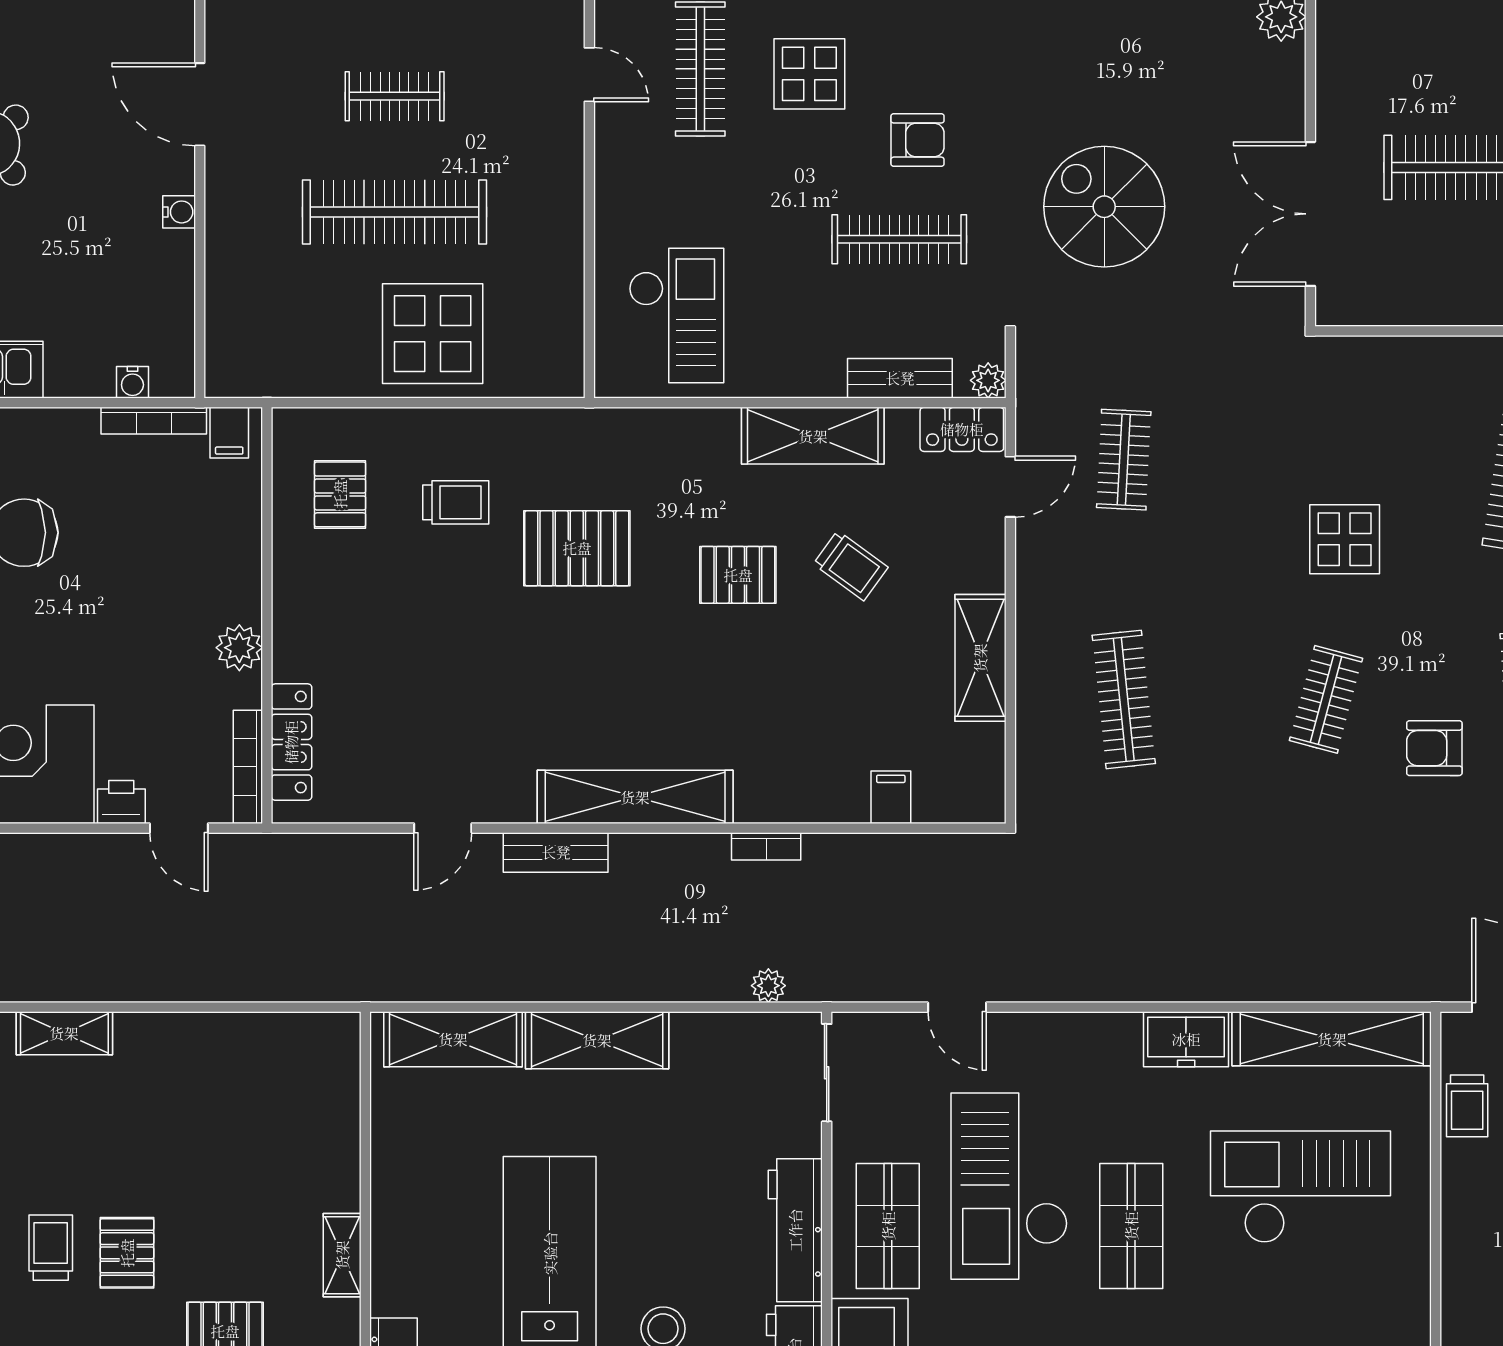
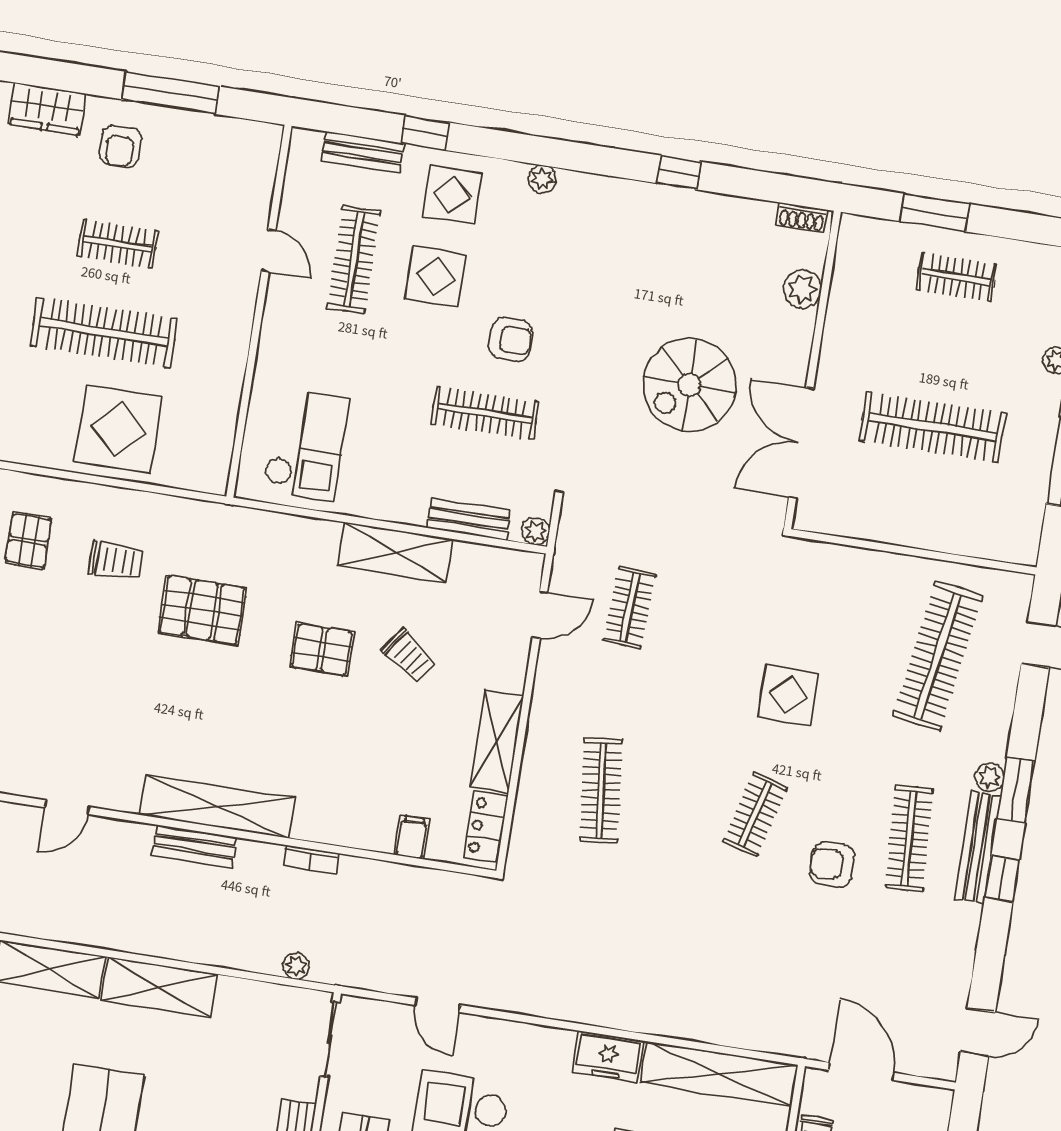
spiral stairs: (1104, 207) -> (689, 385), moved, turned -90
locker: (962, 429) -> (486, 827), moved, turned 90
bench: (556, 852) -> (194, 846), moved

